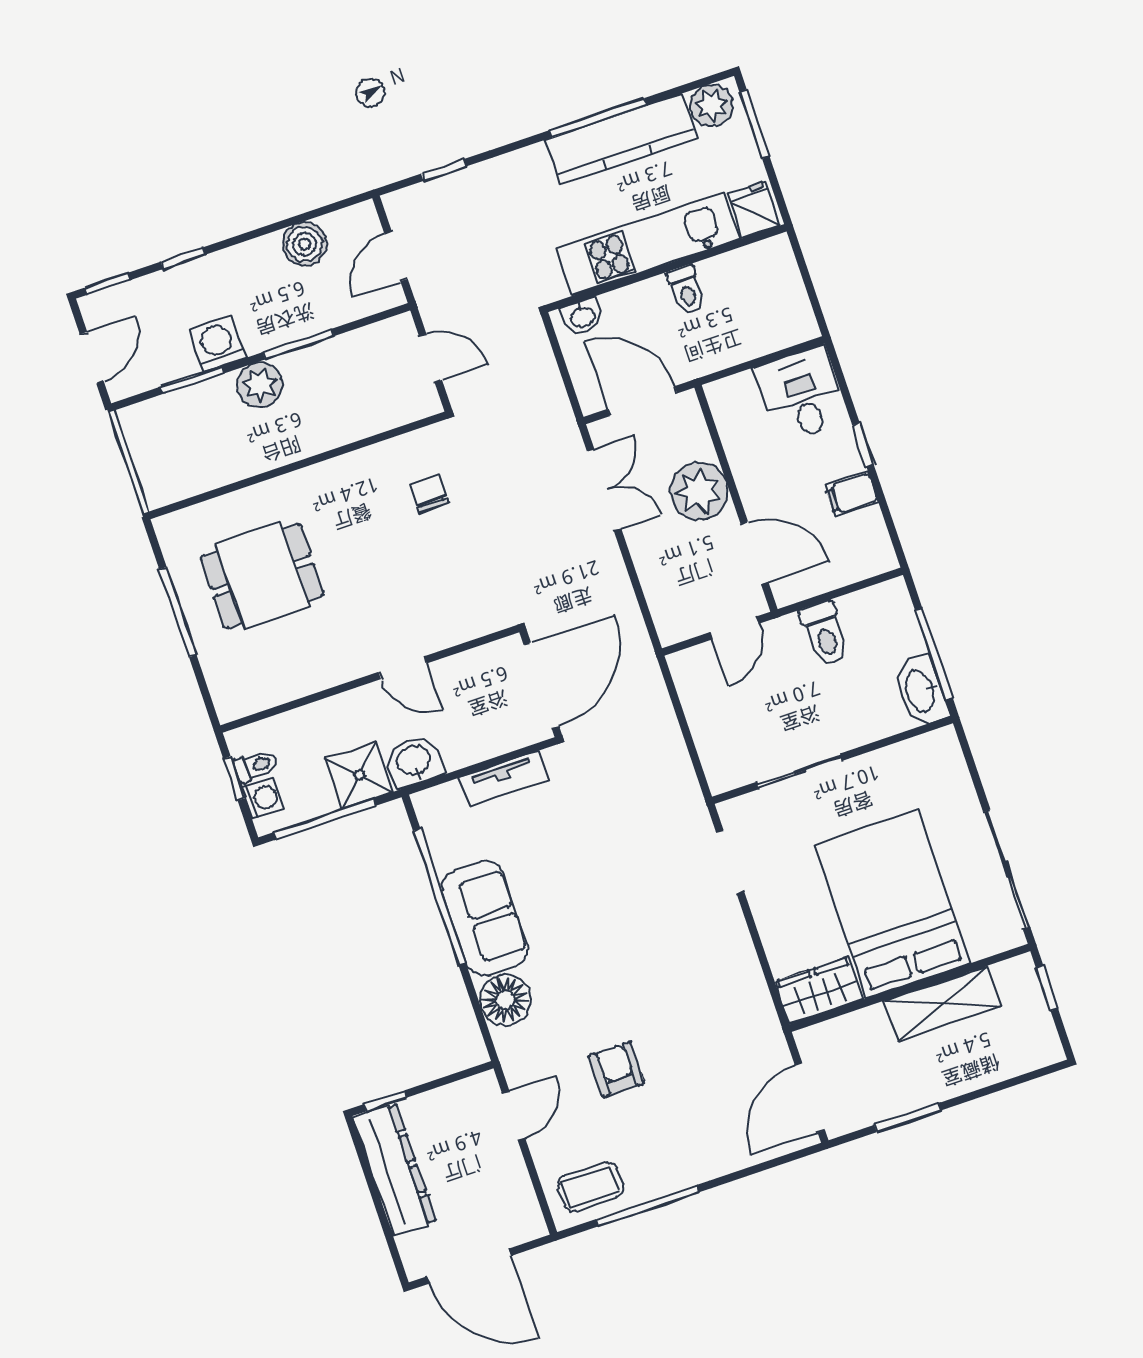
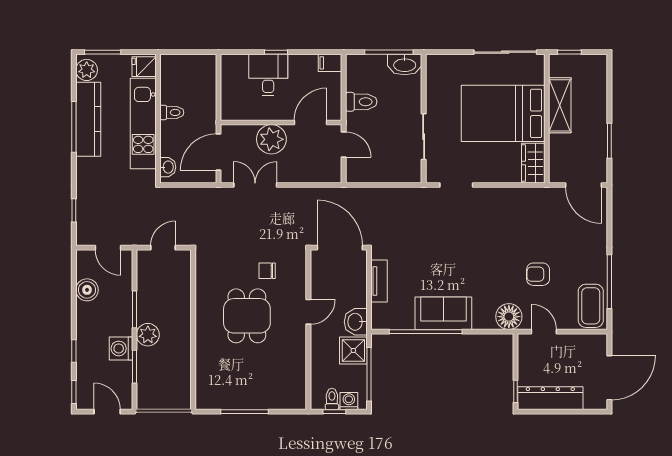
desk: (802, 394) -> (268, 75), moved, turned 90
chair: (429, 493) -> (267, 271), moved
filing cabinet: (852, 494) -> (330, 63), moved, turned 90
dining table: (262, 576) -> (247, 316), moved
floor lamp: (505, 1000) -> (509, 317), moved
coffee table: (591, 1187) -> (591, 306), width x1.36, depth x1.30

